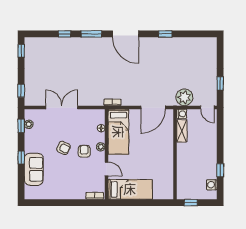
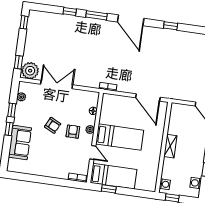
plant: (184, 97) -> (30, 71), moved
door: (153, 107) -> (148, 97), hinge flipped
washing machine: (182, 114) -> (165, 184), moved
window: (21, 126) -> (12, 110), moved
shelving: (182, 131) -> (170, 146), moved
bed: (118, 132) -> (120, 137), moved, turned -90
window: (127, 203) -> (109, 189), added

